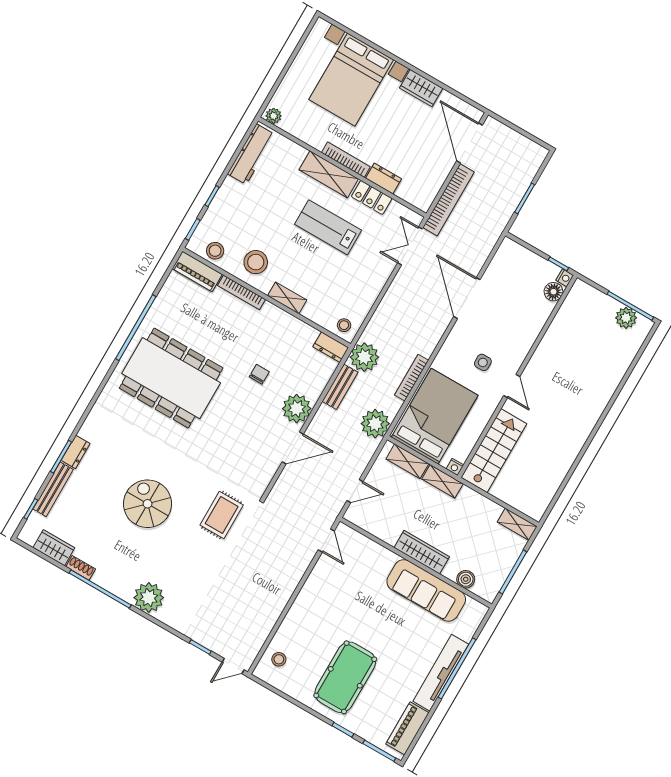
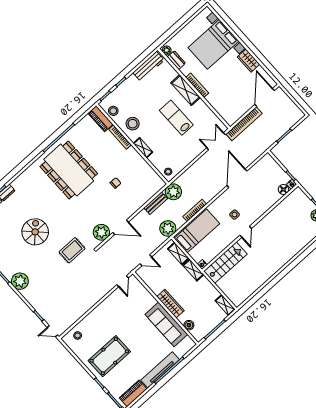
dresser: (383, 179) -> (176, 60), moved
locker: (372, 197) -> (204, 109), removed
dresser: (331, 347) -> (157, 181), removed
plant: (297, 409) -> (101, 232), moved
bed: (435, 416) -> (197, 231), width x0.67

